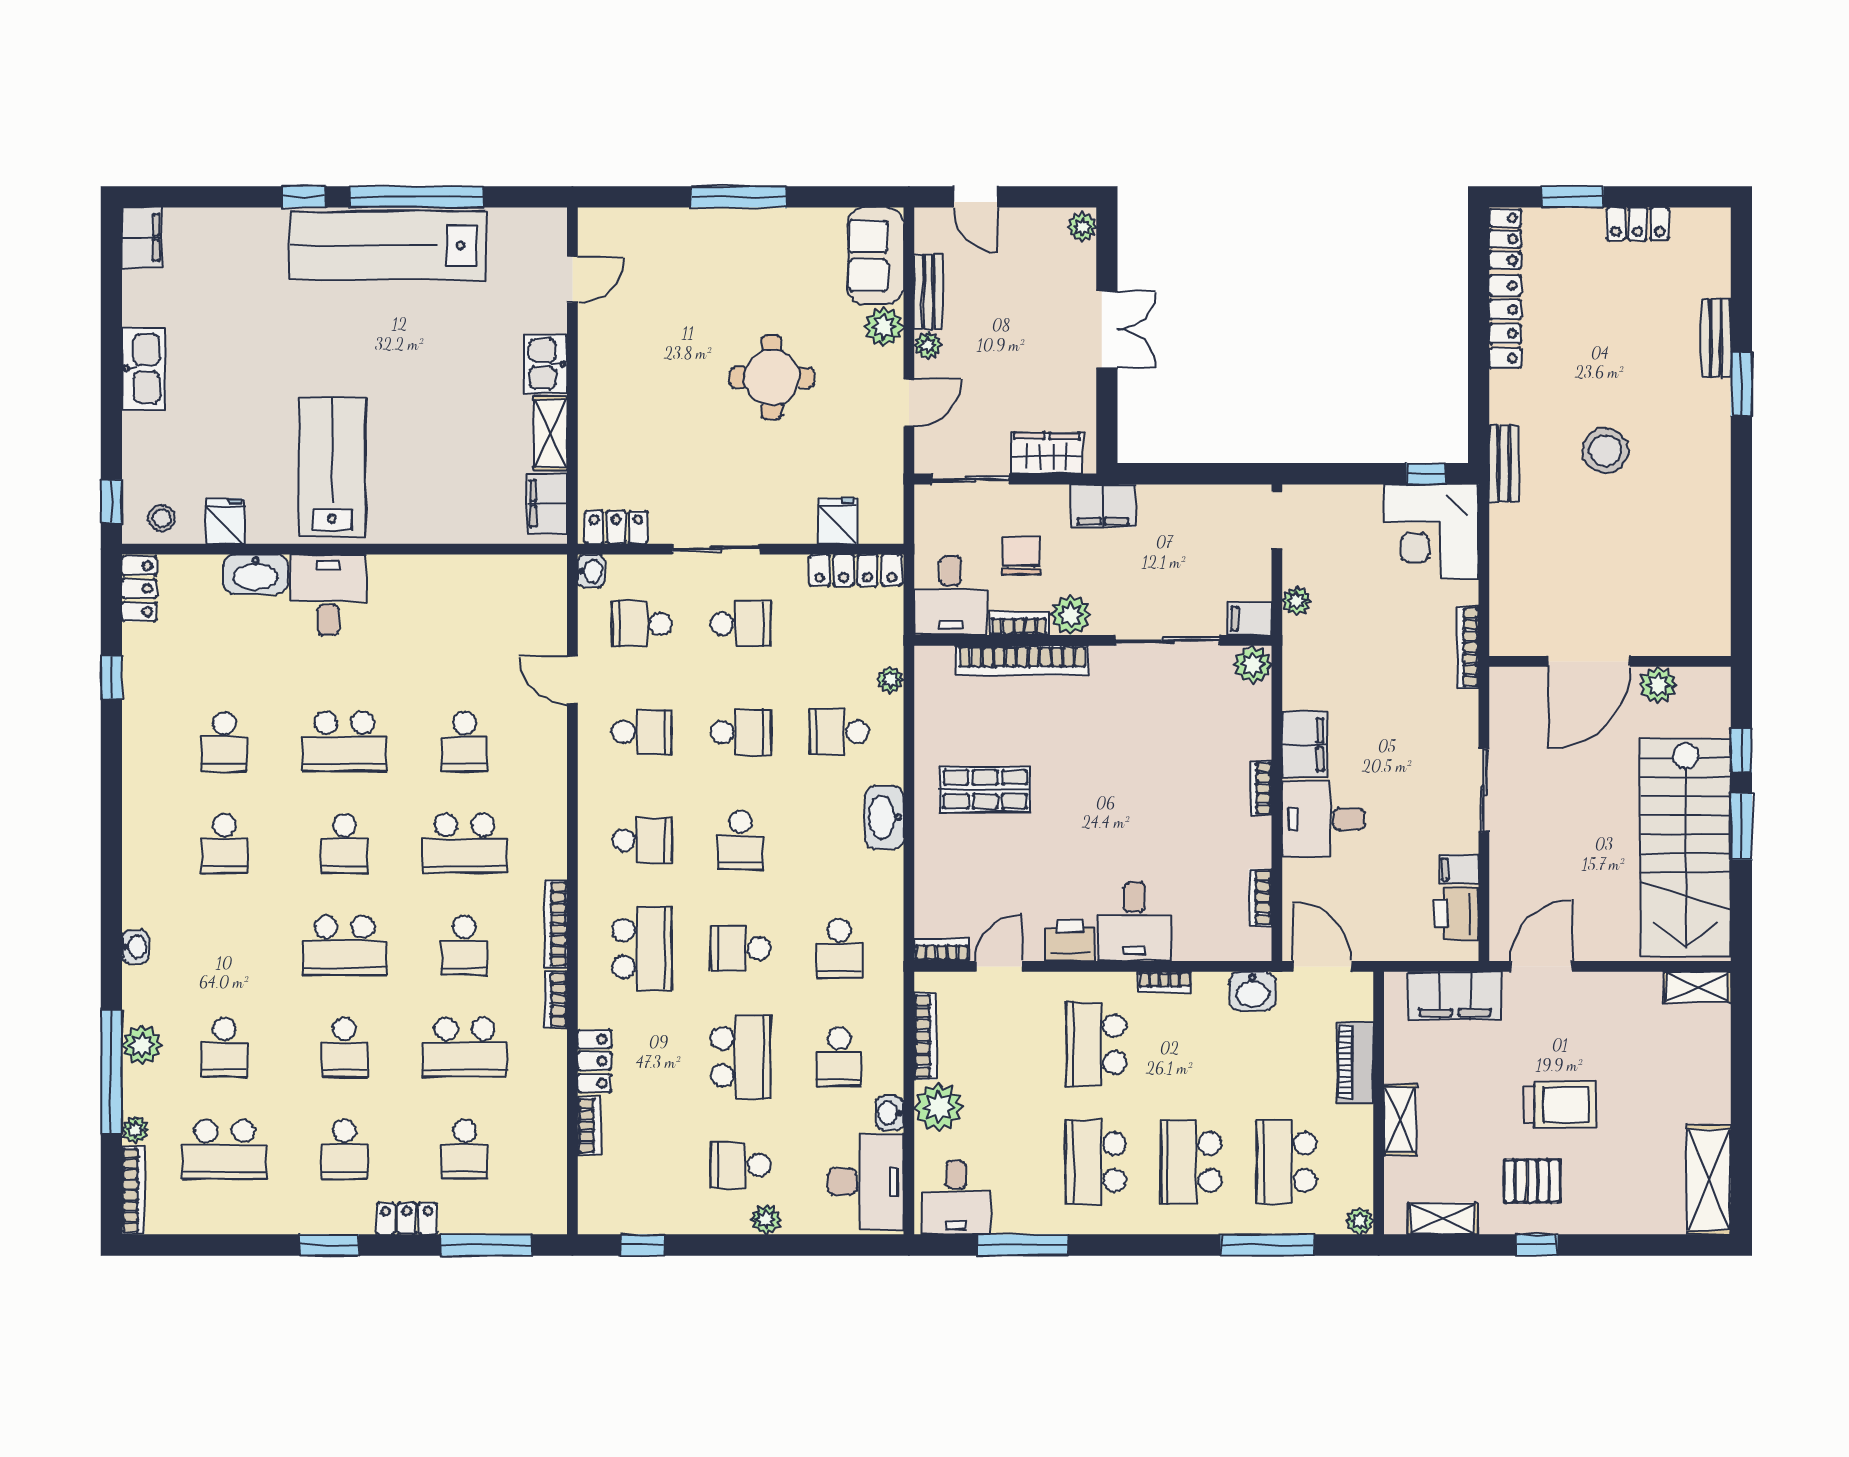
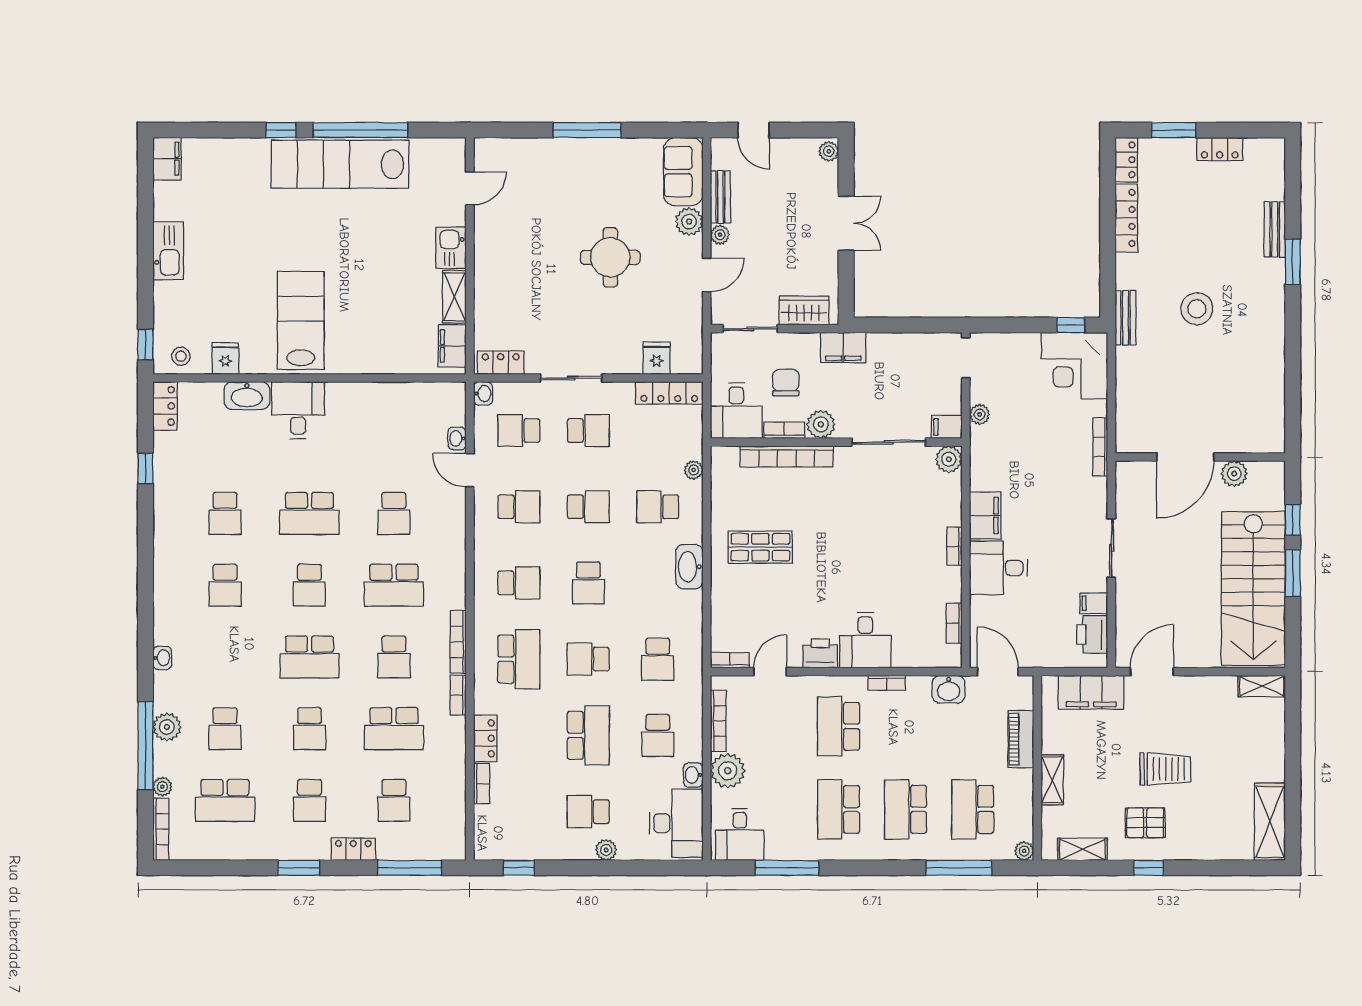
washbasin: (554, 635) -> (457, 438), added

